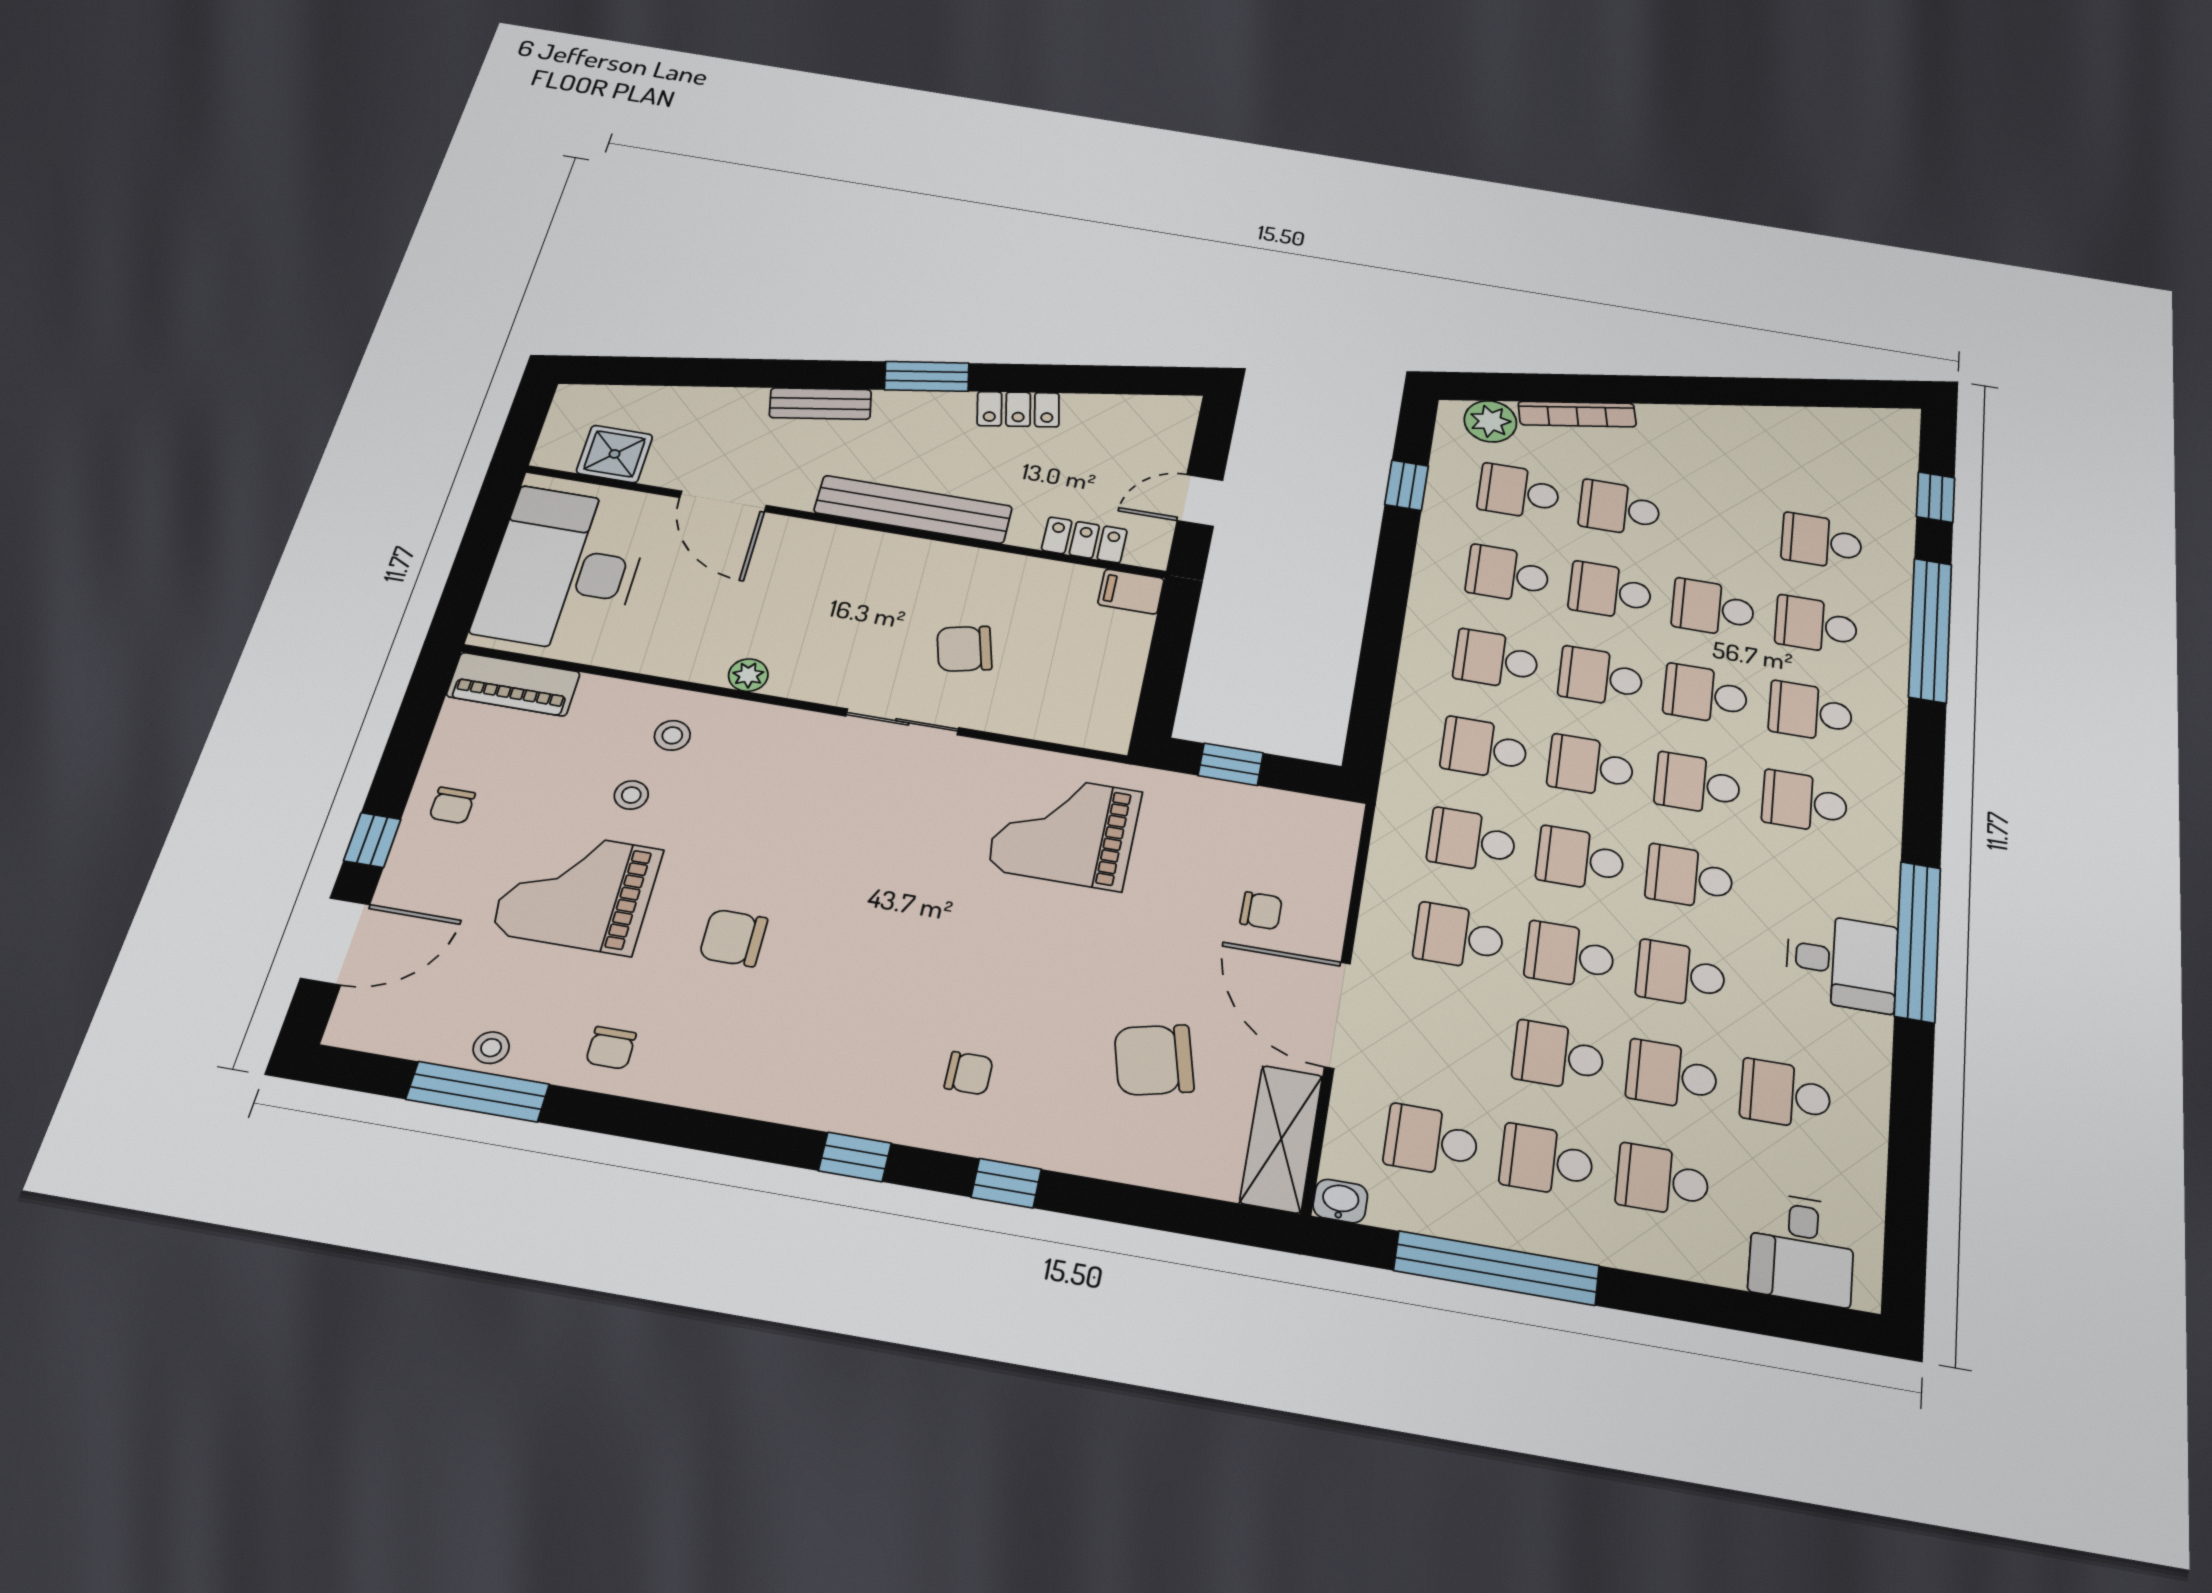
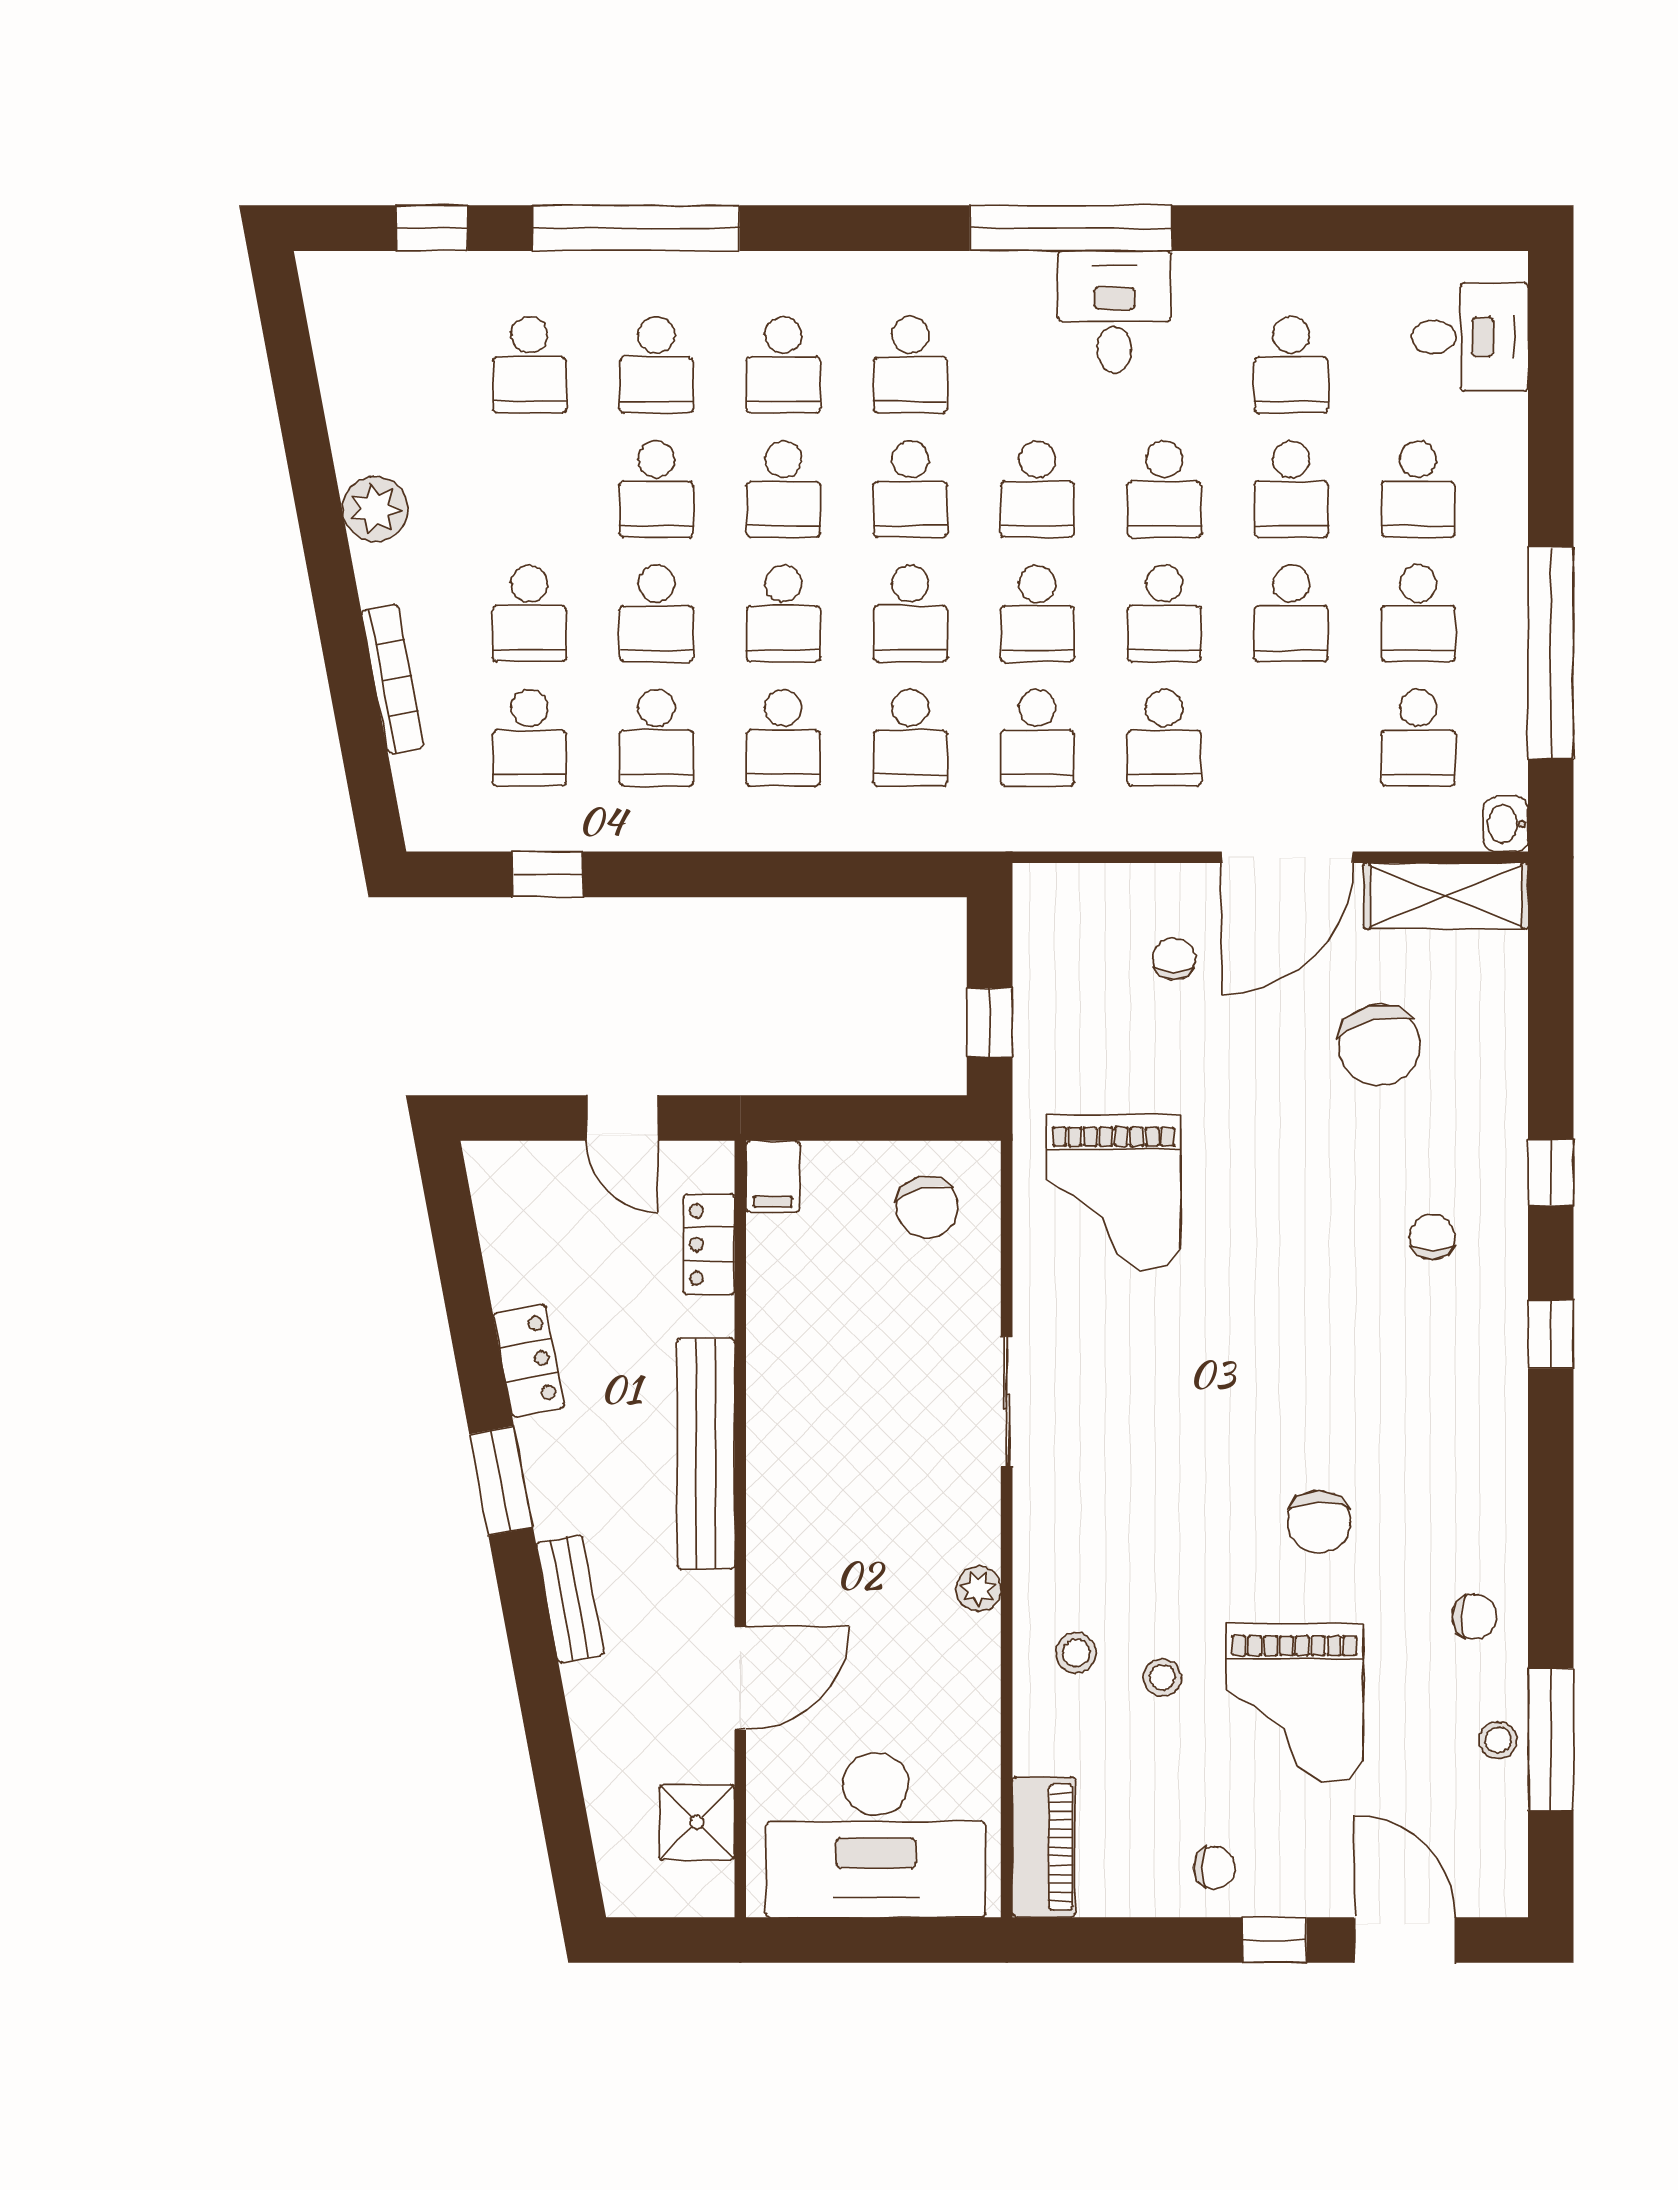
plant: (1490, 421) -> (375, 509), moved
chair: (964, 649) -> (927, 1207), moved

